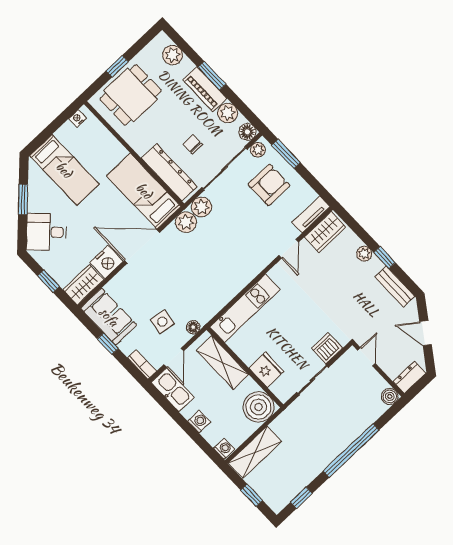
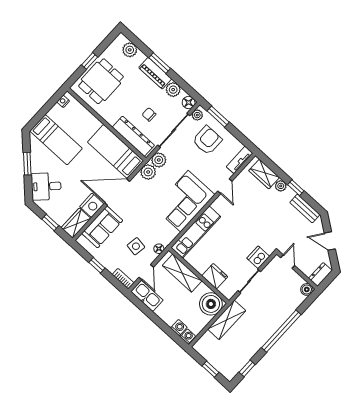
wardrobe: (325, 232) -> (264, 174), moved, turned 90
corner sofa: (232, 265) -> (184, 201), added
sofa: (109, 317) -> (102, 227), moved, turned 90
washing machine: (199, 422) -> (179, 328), moved
shelving: (255, 452) -> (227, 320), moved

